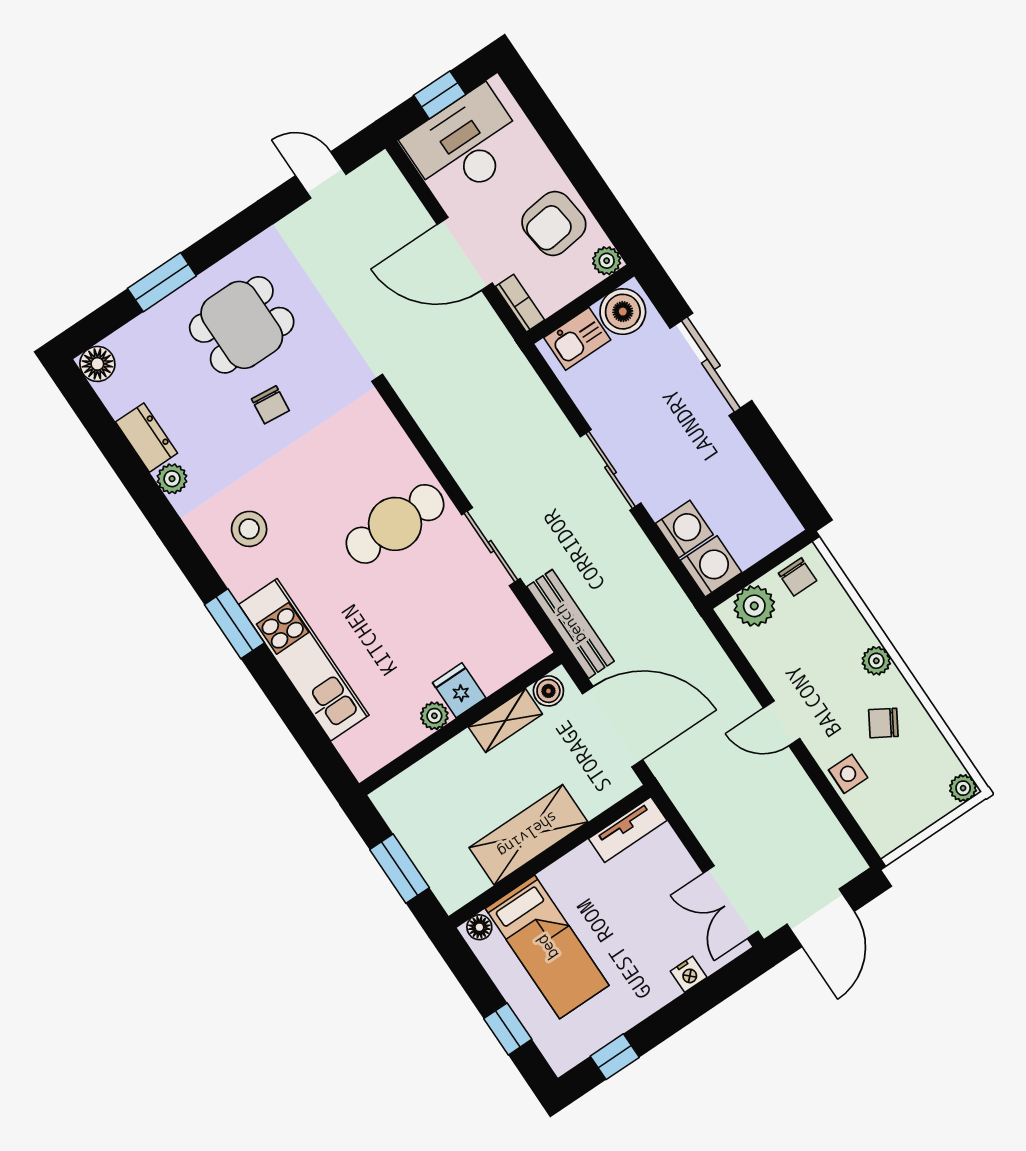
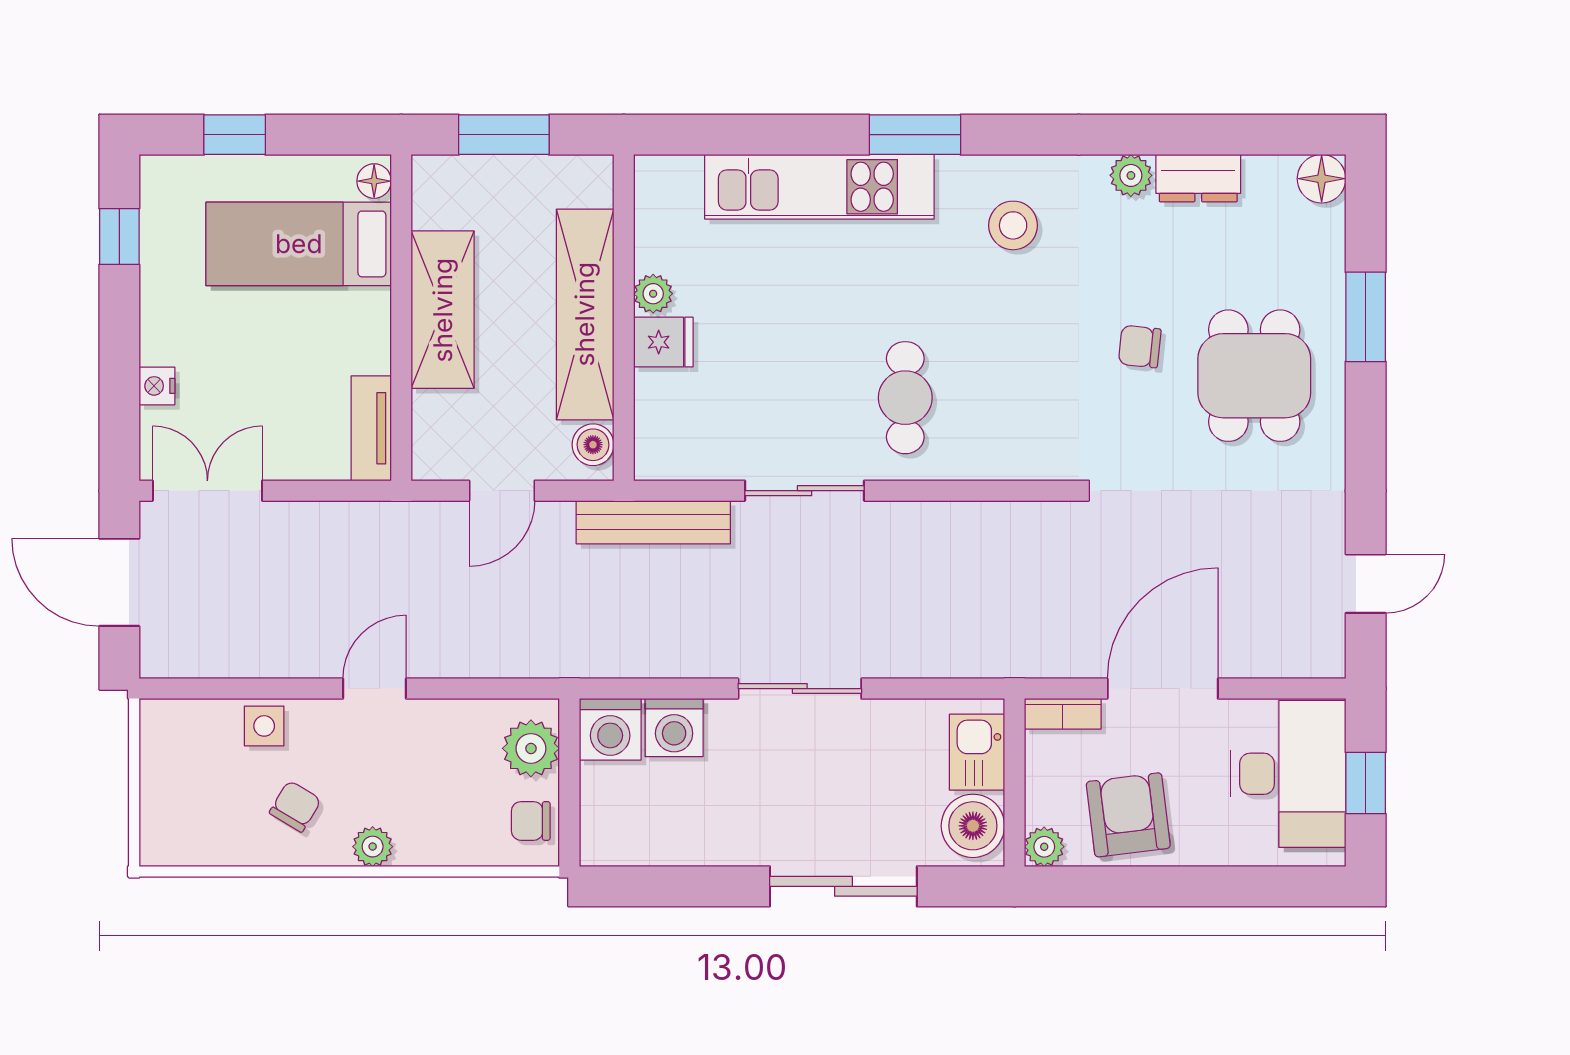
cafe table: (395, 524) -> (905, 398), width x0.73, depth x0.74
shelving: (505, 721) -> (585, 314), width x2.20, depth x1.33
door: (612, 727) -> (502, 491), width x0.53
plant: (963, 788) -> (158, 848), removed

